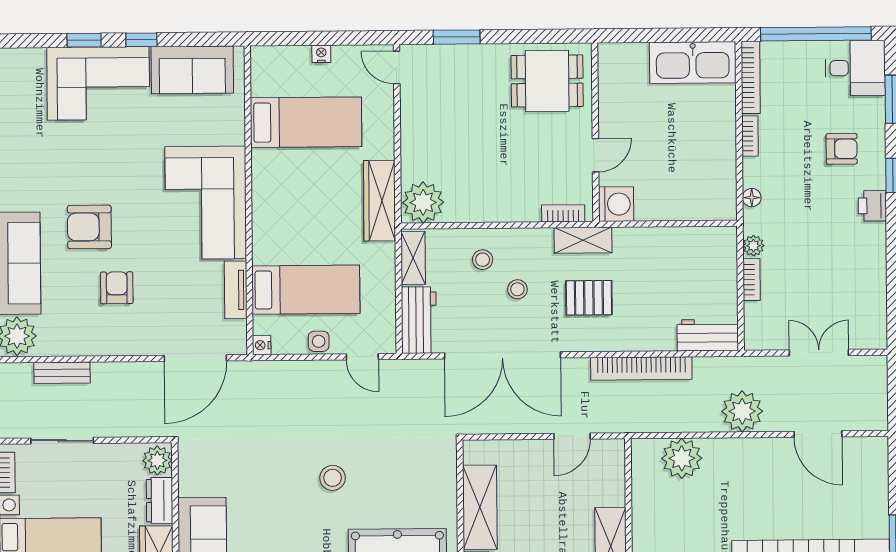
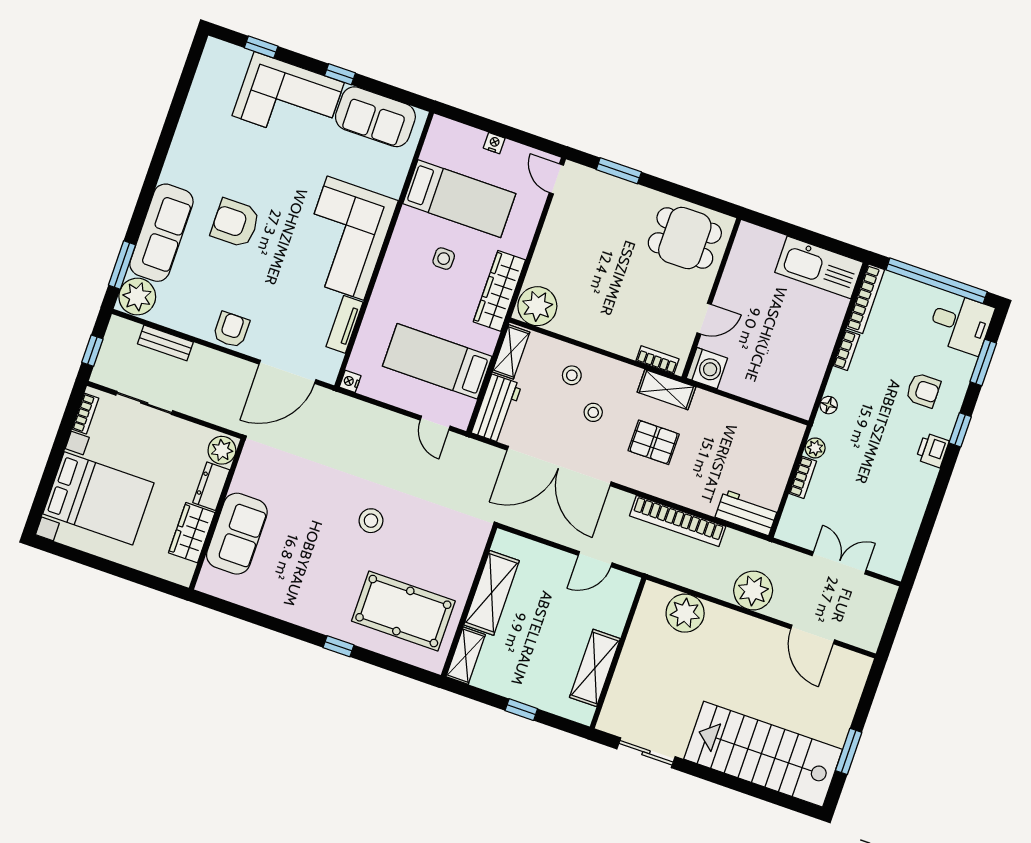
window: (84, 40) -> (261, 47), moved
armchair: (117, 288) -> (231, 330), moved
bed: (306, 290) -> (437, 361), moved, turned 180
side table: (319, 341) -> (444, 259), moved

